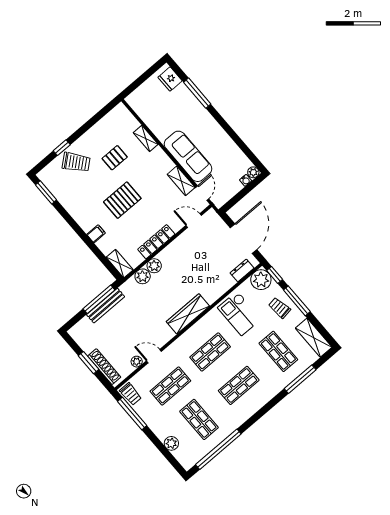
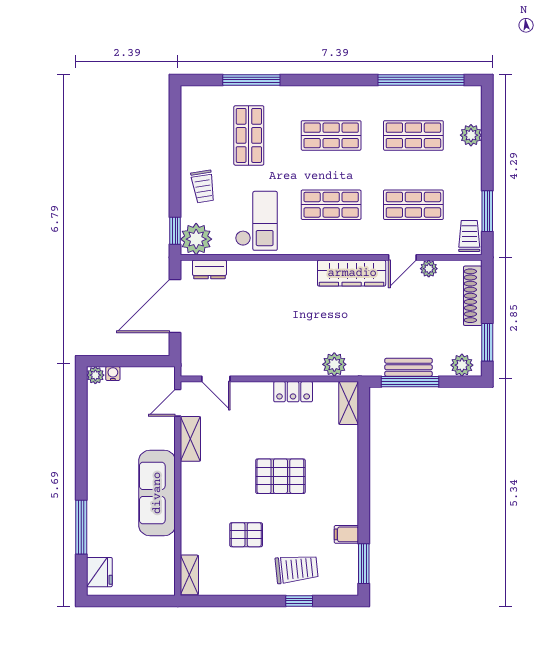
shelving: (146, 138) -> (189, 575), moved
sofa: (188, 156) -> (157, 493), moved
trolley: (76, 162) -> (297, 569), turned 124
filing cabinet: (96, 234) -> (346, 534), moved
locker: (156, 242) -> (293, 392), width x0.66
plant: (154, 266) -> (462, 365), moved
window: (297, 301) -> (175, 177), removed
bench: (106, 306) -> (409, 367), width x0.73
wardrobe: (188, 314) -> (352, 273), moved
shelving: (314, 338) -> (193, 116), removed
door: (154, 356) -> (402, 257), hinge flipped
window: (88, 363) -> (487, 342), moved
window: (132, 413) -> (487, 211), width x0.69
shop shelf: (199, 419) -> (413, 135), turned 90

